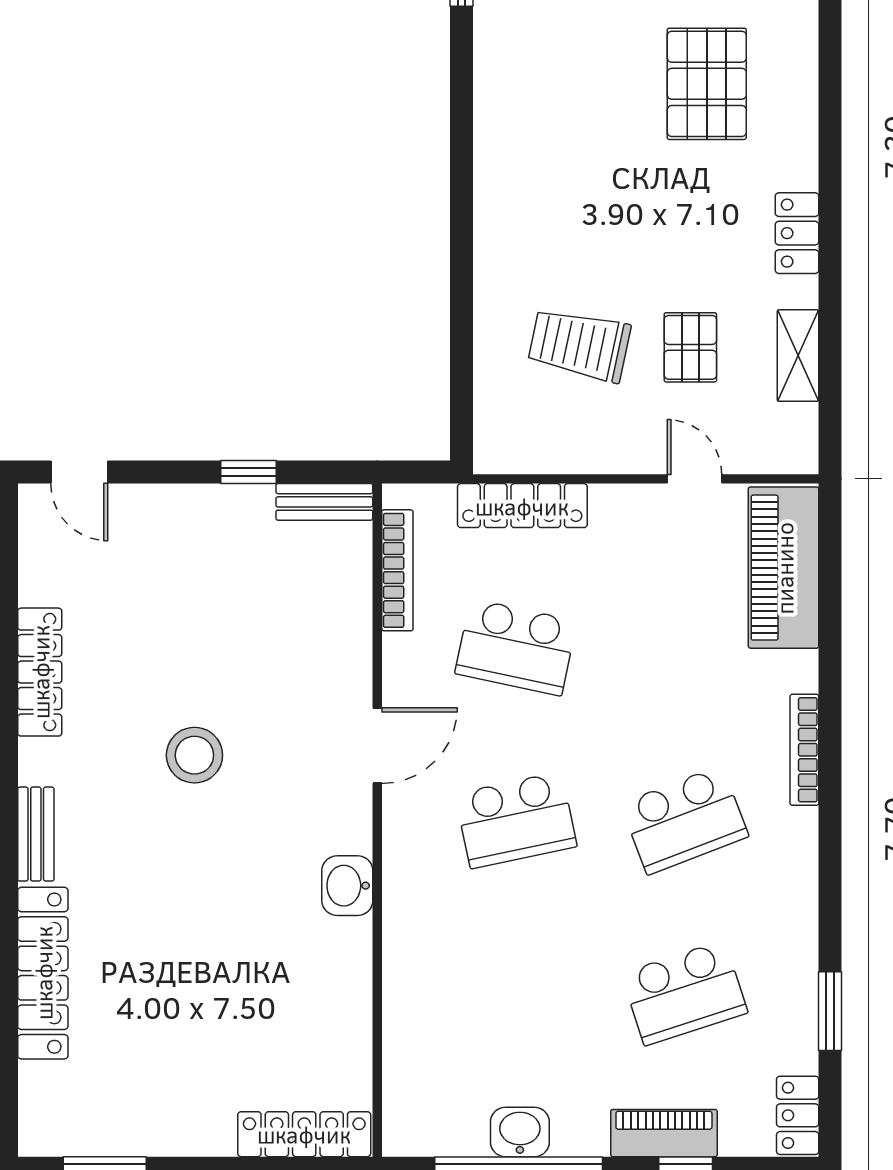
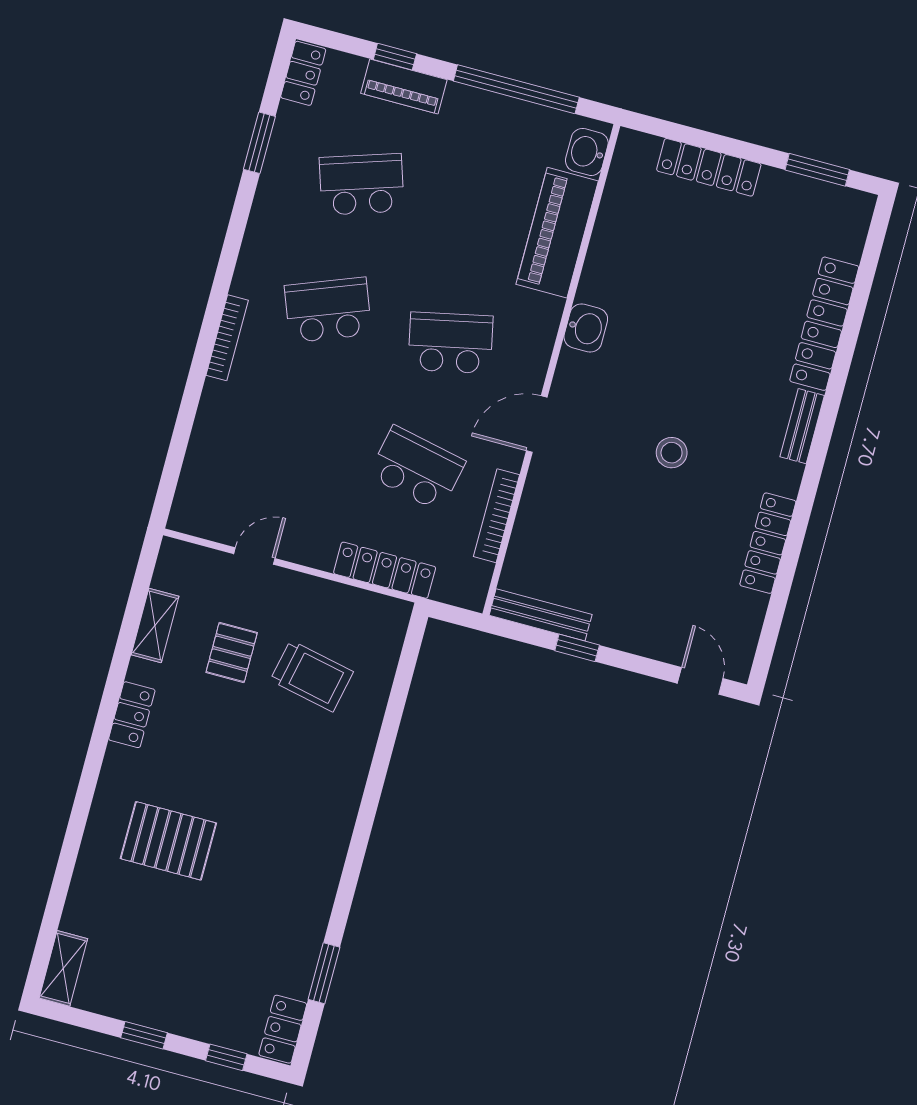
pallet: (707, 84) -> (168, 841), turned 90
door: (694, 479) -> (254, 556), swing flipped
bench: (324, 502) -> (541, 615), width x1.36
piano: (784, 568) -> (557, 233), moved, turned 180
bookcase: (397, 570) -> (497, 516), moved
stool: (194, 755) -> (672, 453), width x0.73, depth x0.73
washbasin: (520, 1132) -> (587, 152), moved, turned 90
locker: (304, 1134) -> (709, 167), moved

